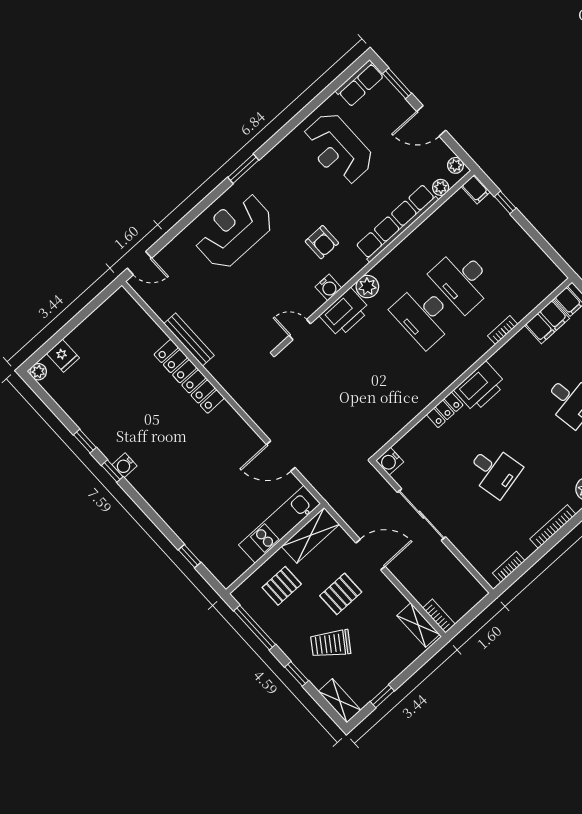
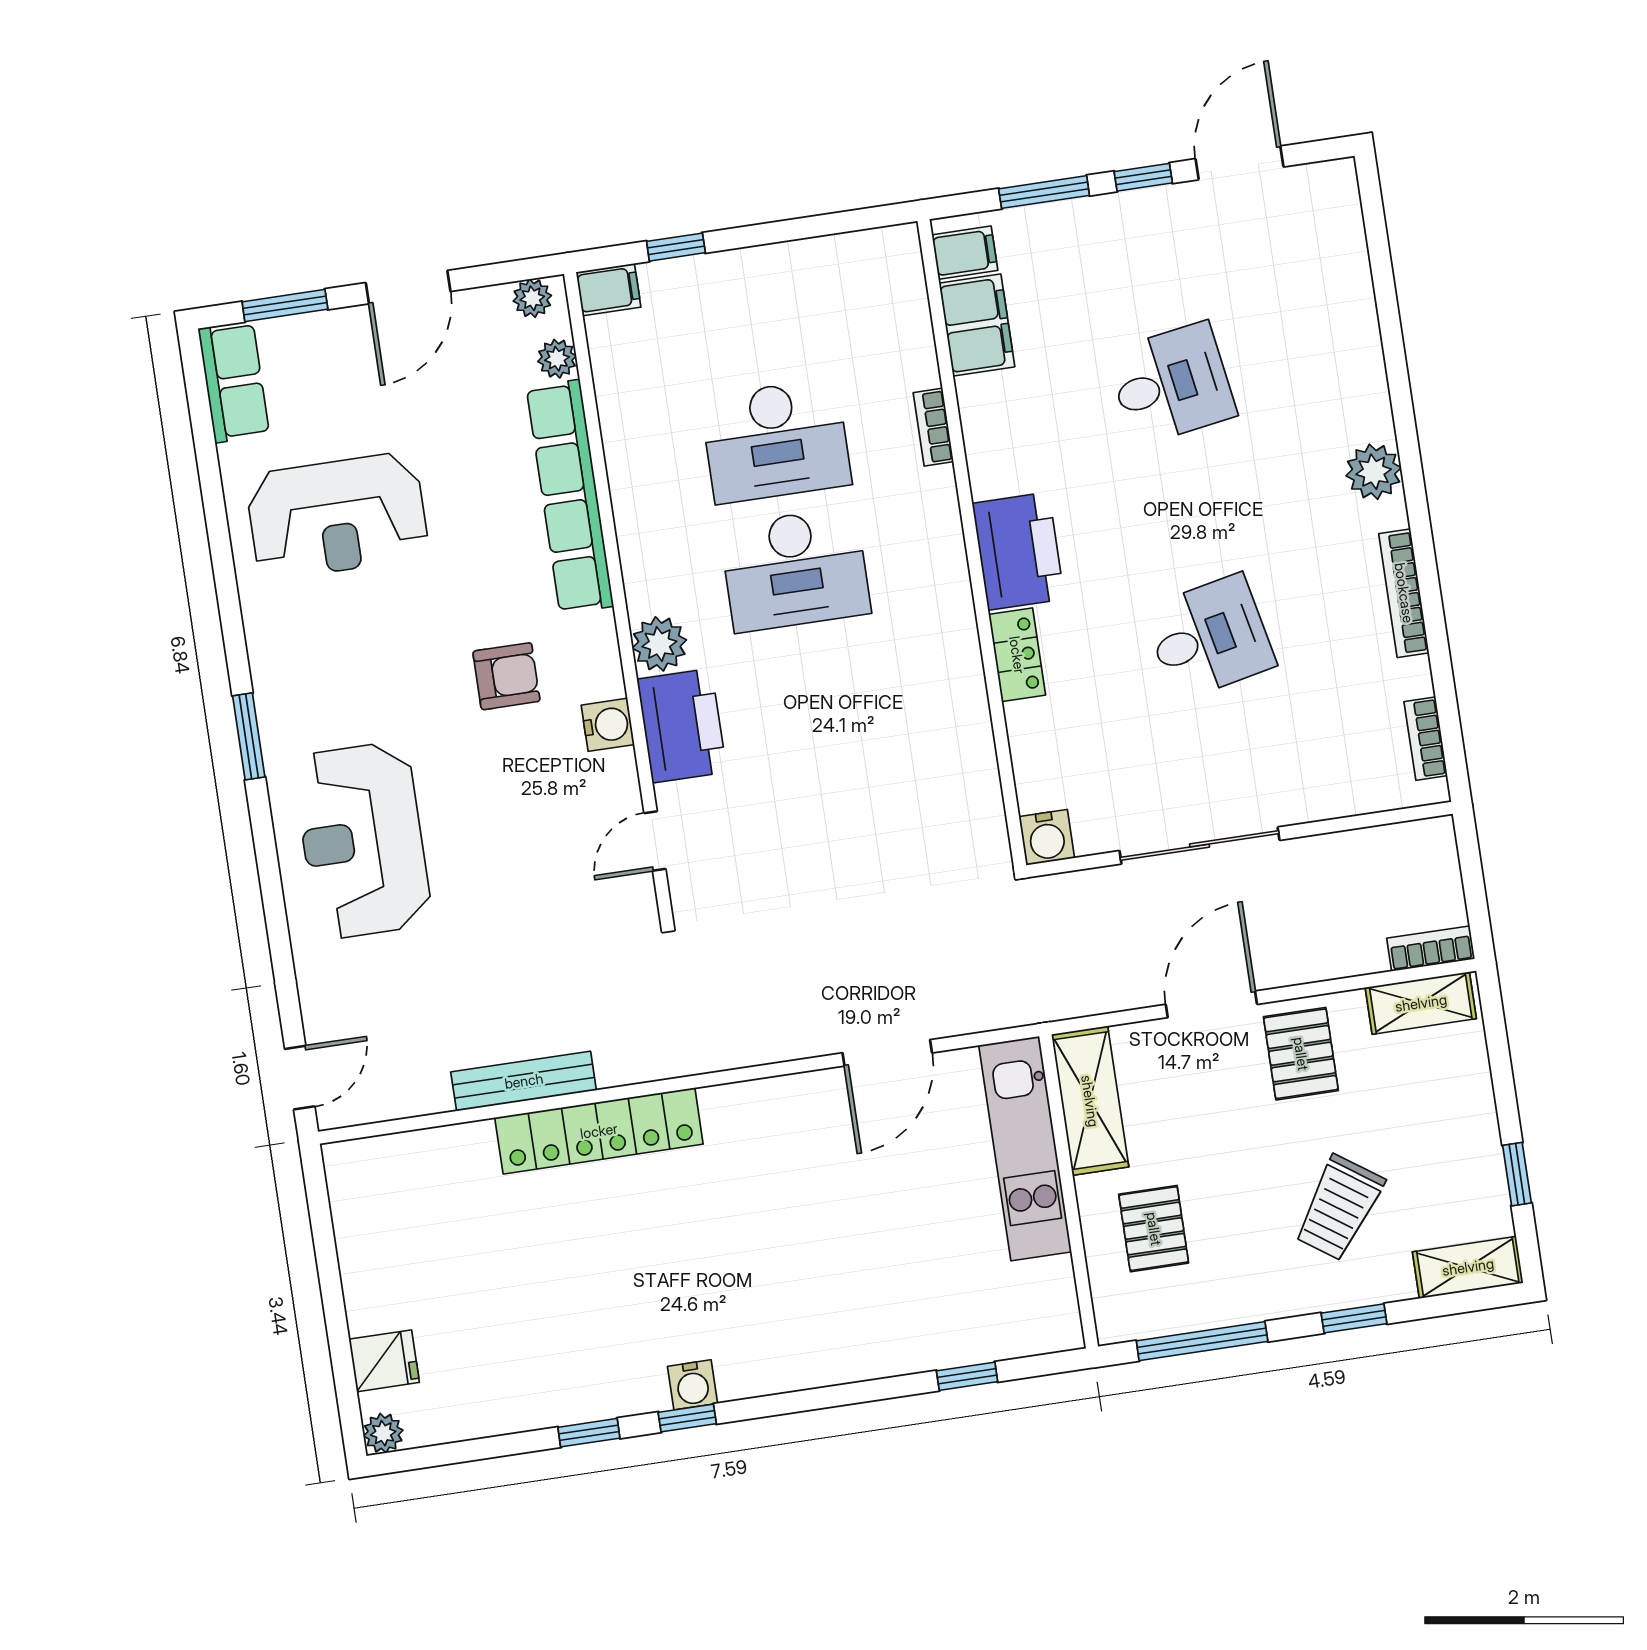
pallet: (341, 594) -> (1301, 1054), moved

